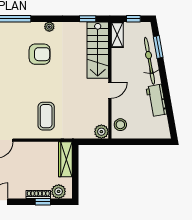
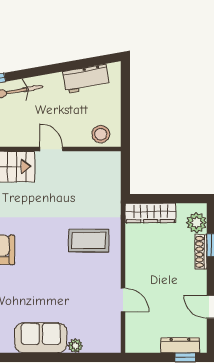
workbench: (156, 100) -> (86, 79), moved
plant: (101, 132) -> (111, 161), removed

